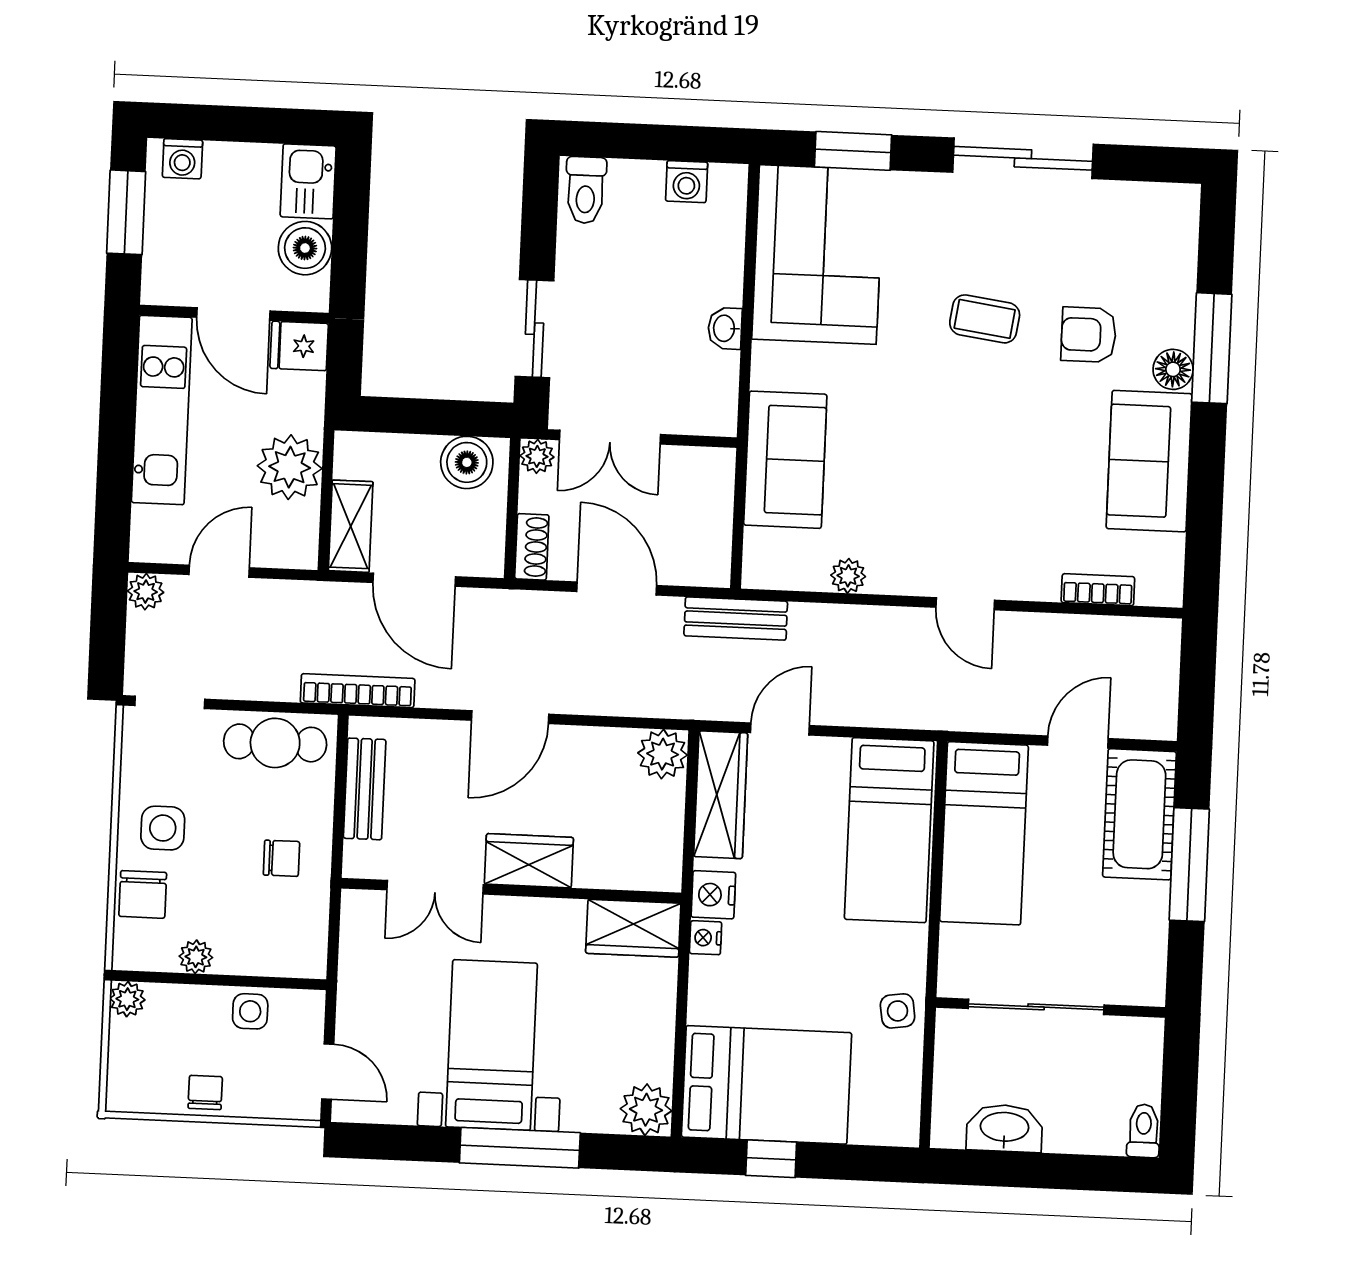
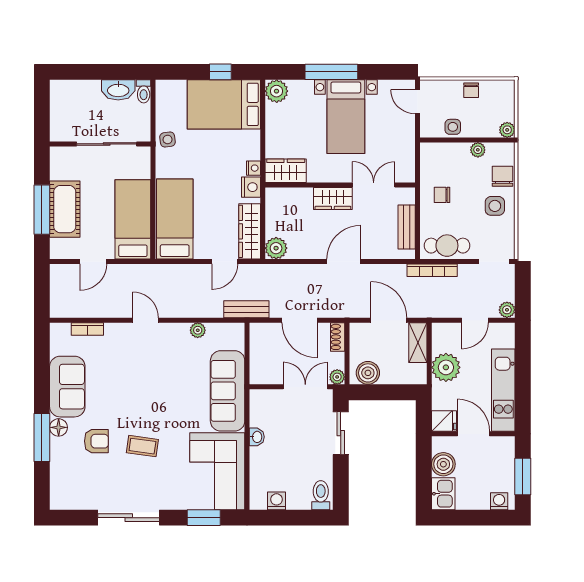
sofa: (785, 460) -> (228, 391), width x1.36
bookcase: (358, 691) -> (432, 270), moved
cot: (1139, 814) -> (65, 209), moved
toilet: (1144, 1131) -> (144, 91), moved

